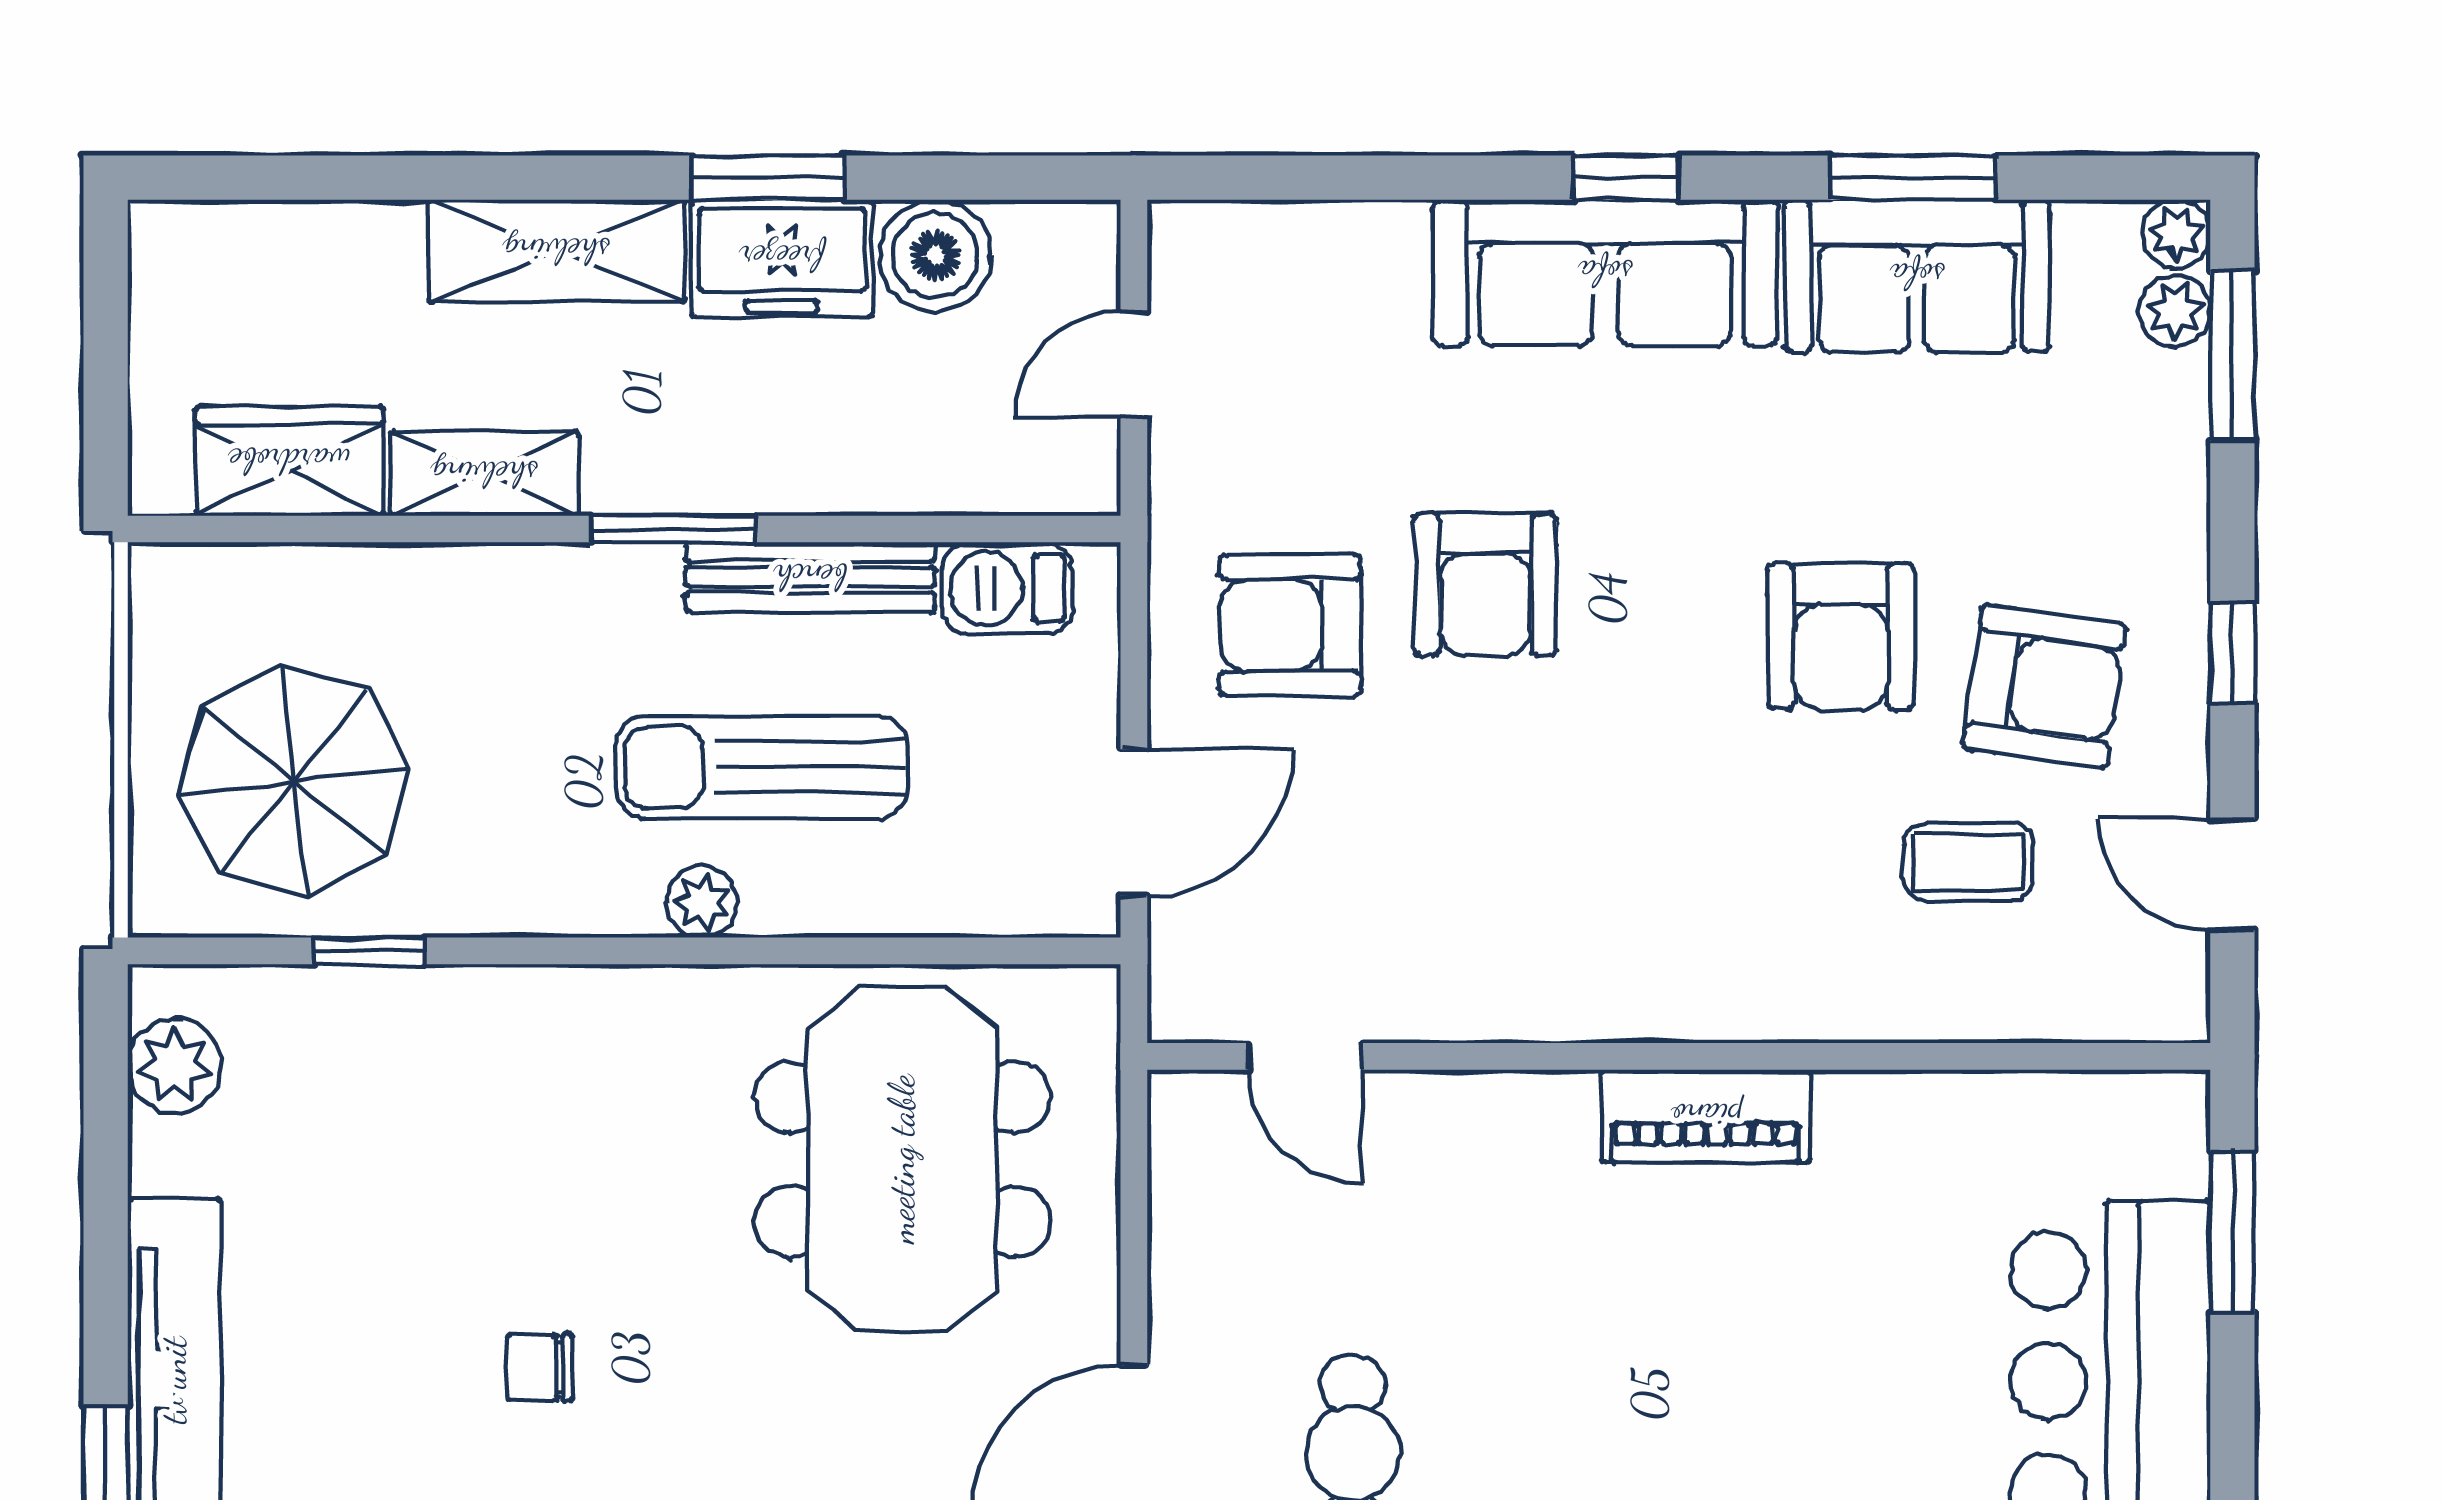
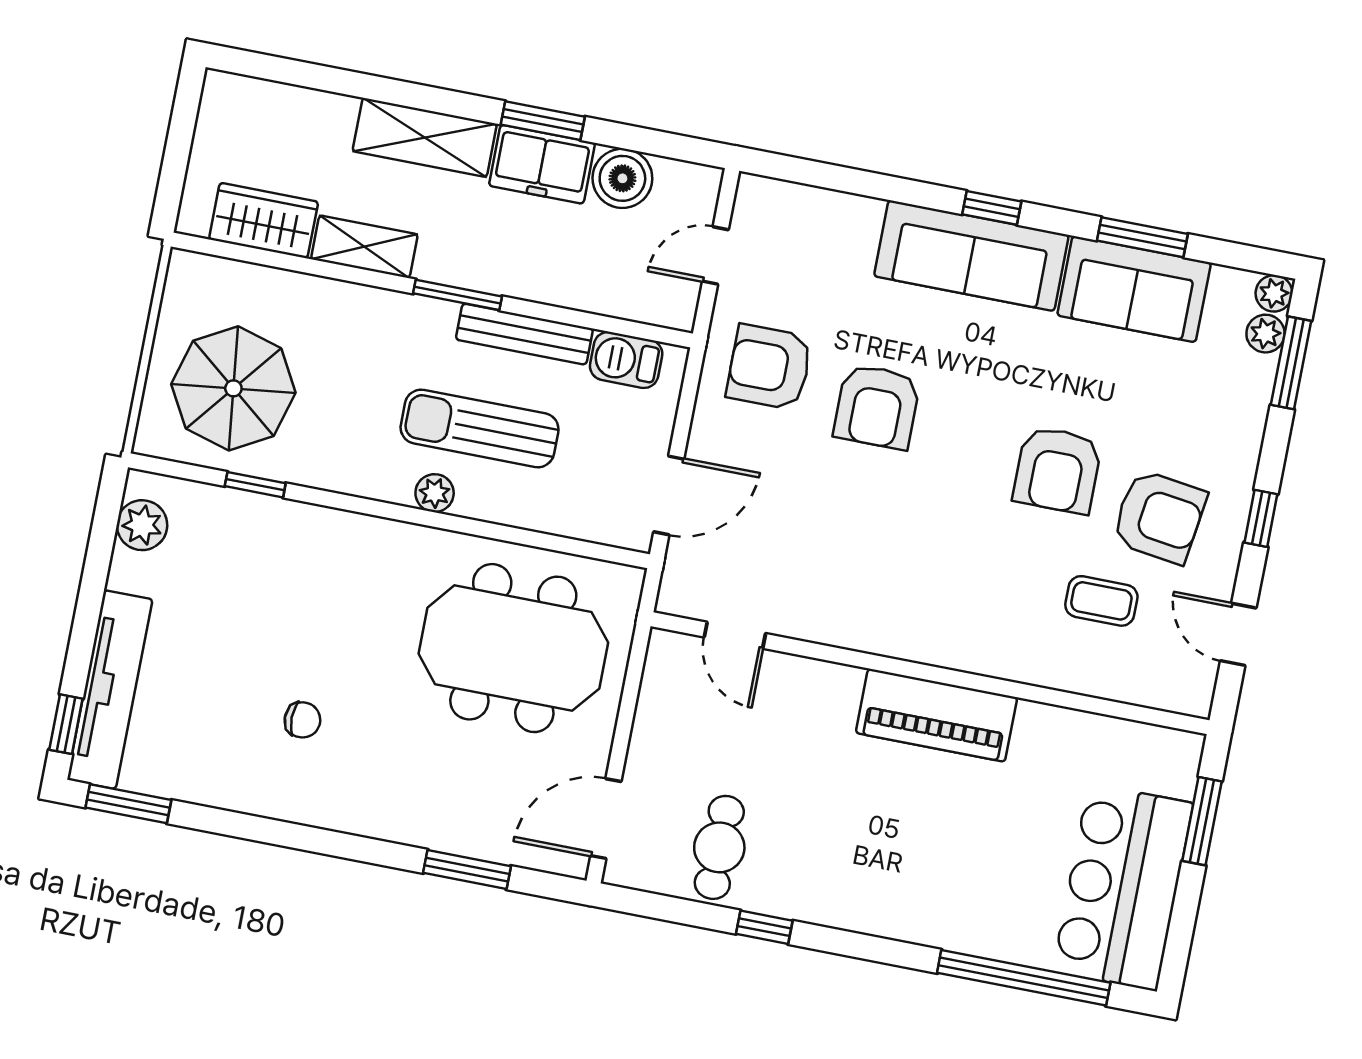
armchair: (1290, 625) -> (769, 367), moved
piano: (1706, 1116) -> (936, 715), width x1.37, depth x1.33
meeting table: (902, 1159) -> (513, 648), turned 90
chair: (540, 1367) -> (302, 720), turned 180

